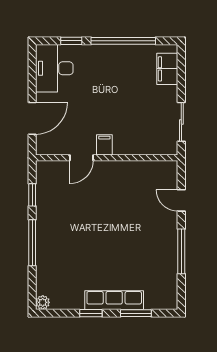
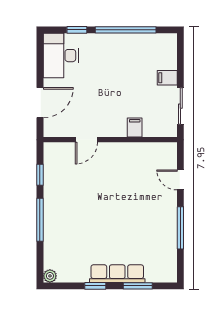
filing cabinet: (167, 69) -> (167, 78), moved, width x0.50
filing cabinet: (104, 145) -> (135, 128), moved

